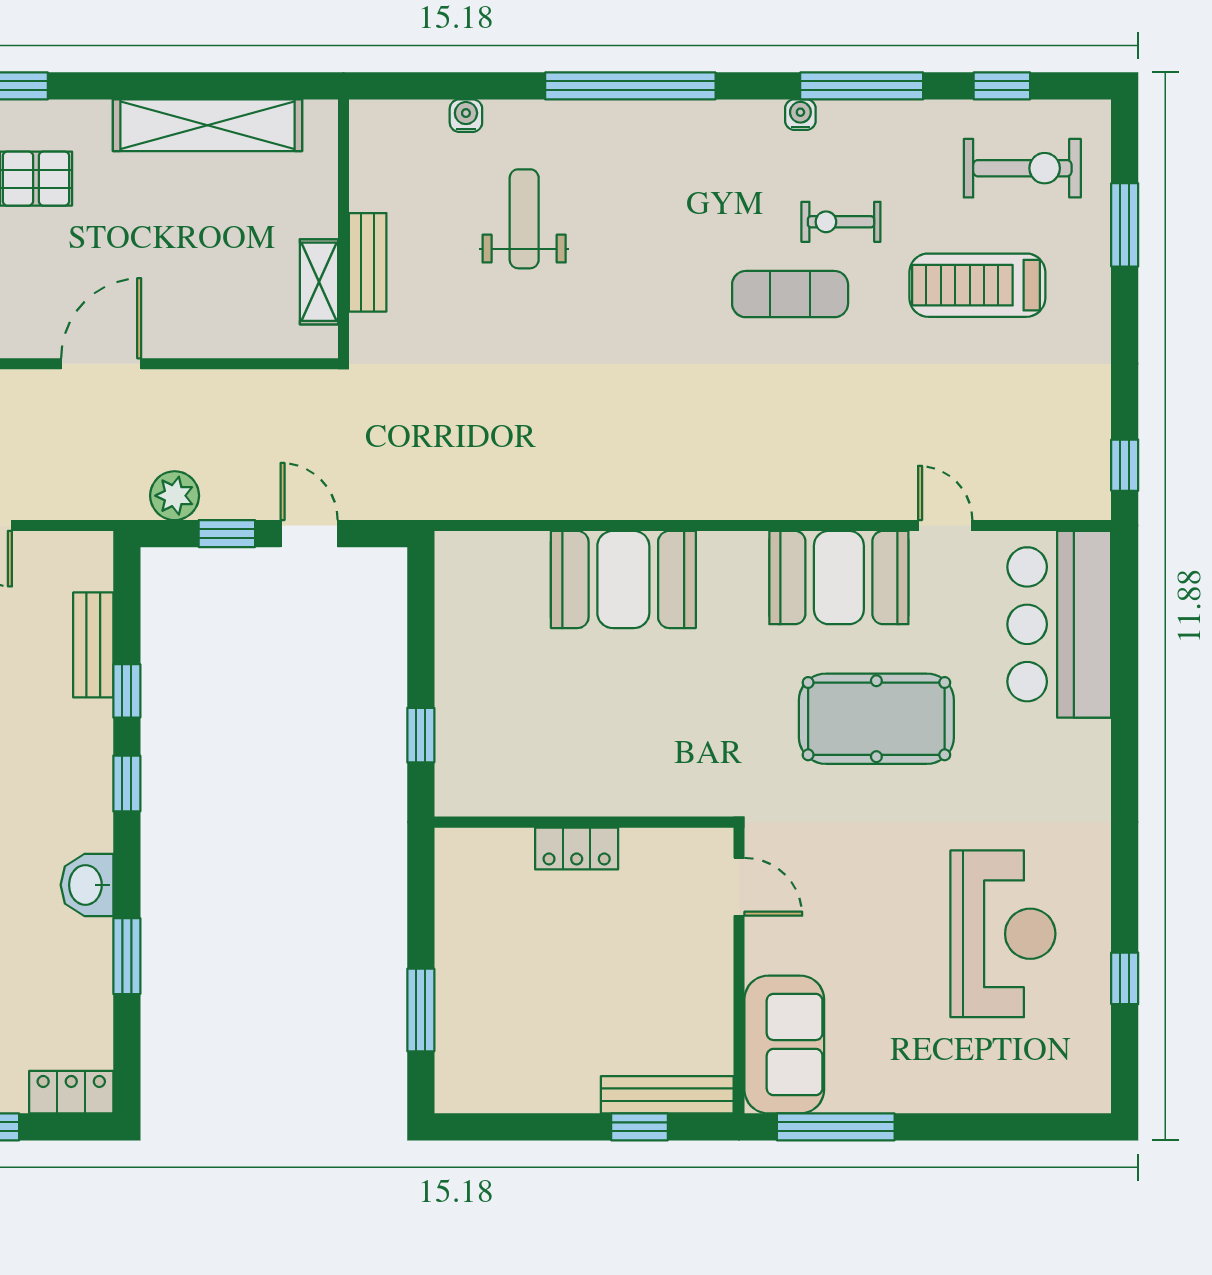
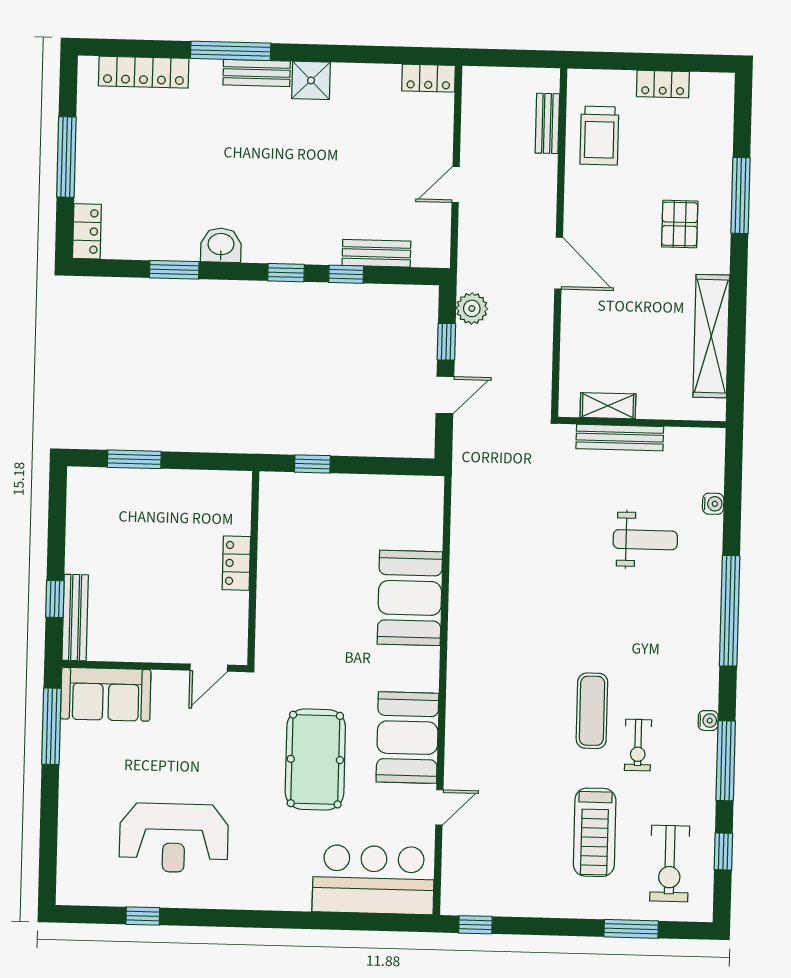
exercise bike: (841, 222) -> (638, 745), turned 180
bench: (368, 262) -> (620, 438), width x1.36
treadmill: (977, 285) -> (595, 832), turned 180

